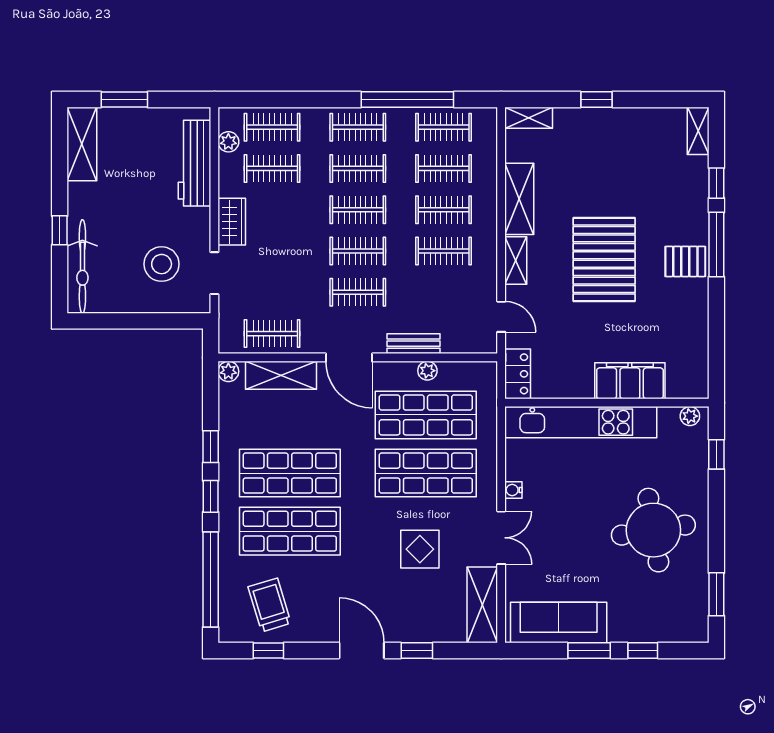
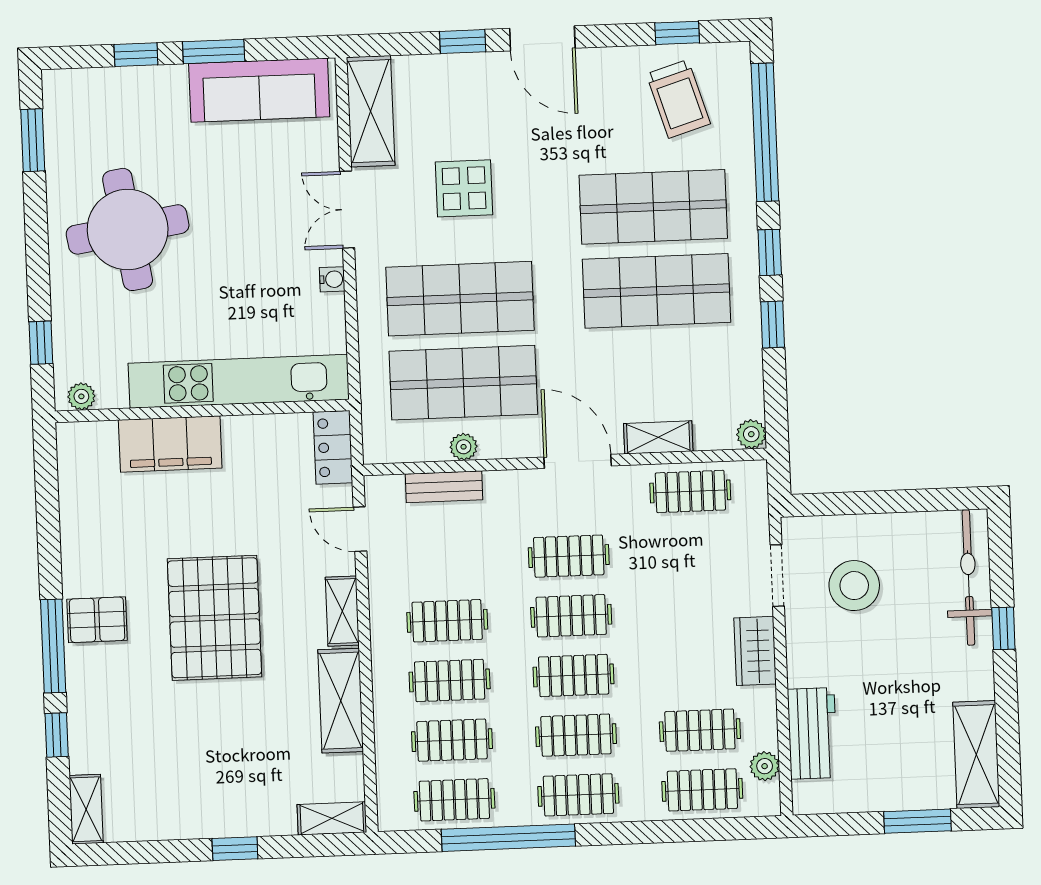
workbench: (194, 163) -> (812, 733), width x0.73
bench: (413, 344) -> (444, 487), moved
shelving: (281, 375) -> (658, 437), width x0.67, depth x0.75

